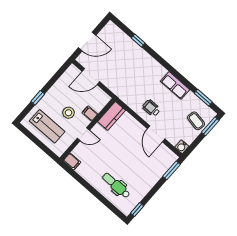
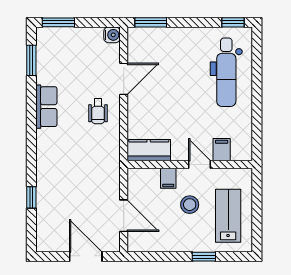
coffee table: (196, 121) -> (66, 45), removed
filing cabinet: (72, 161) -> (222, 150), moved
dental chair: (116, 185) -> (226, 72), width x1.36, depth x1.38

